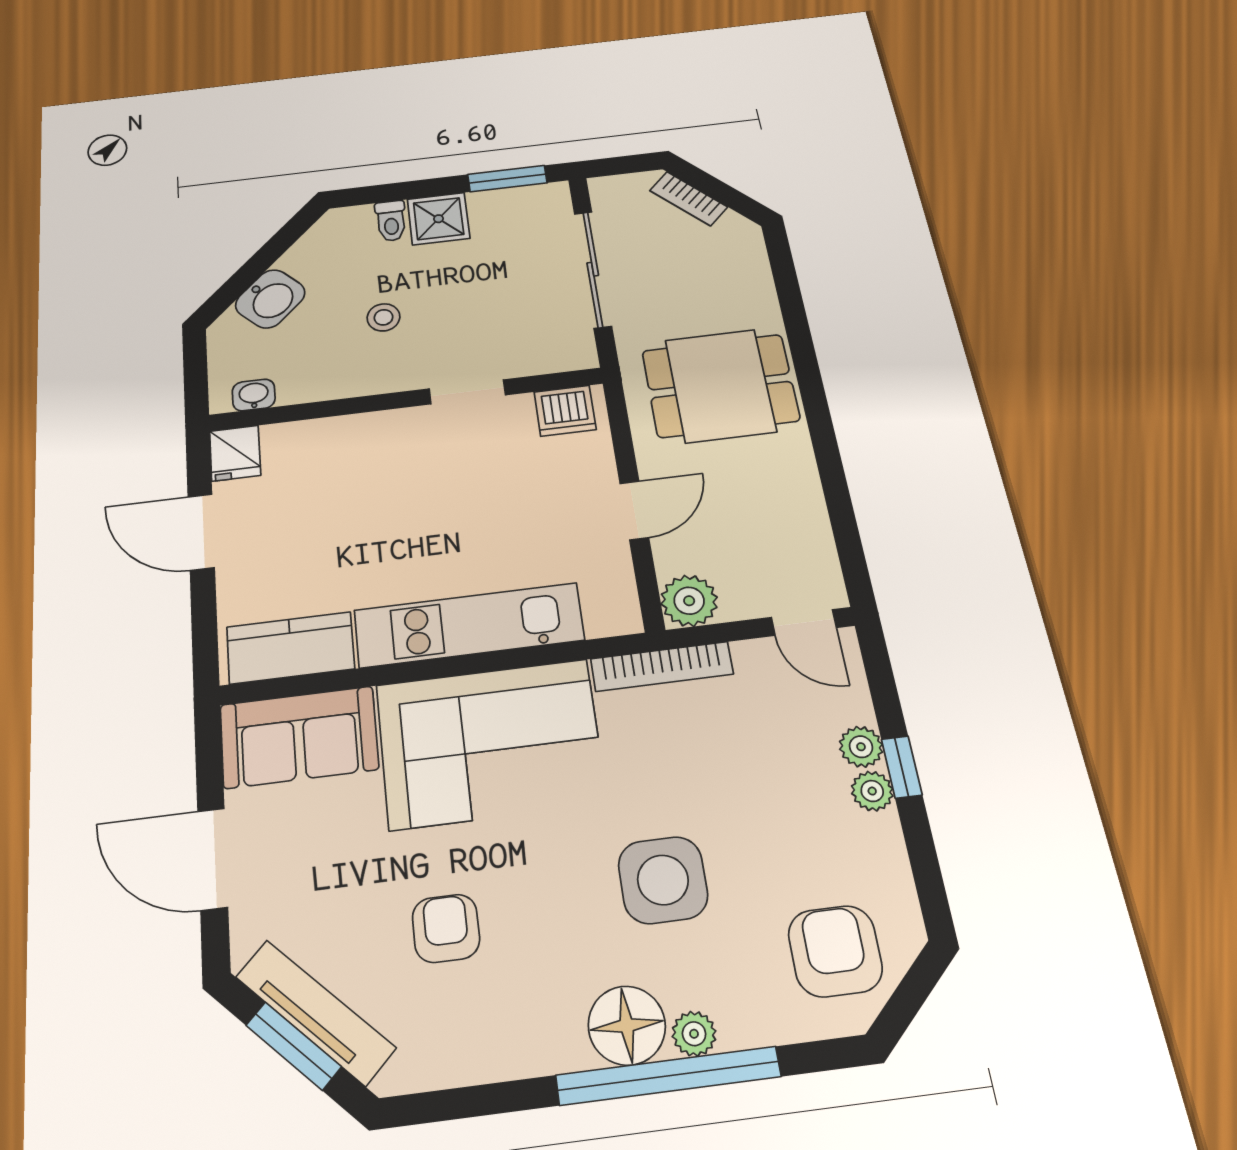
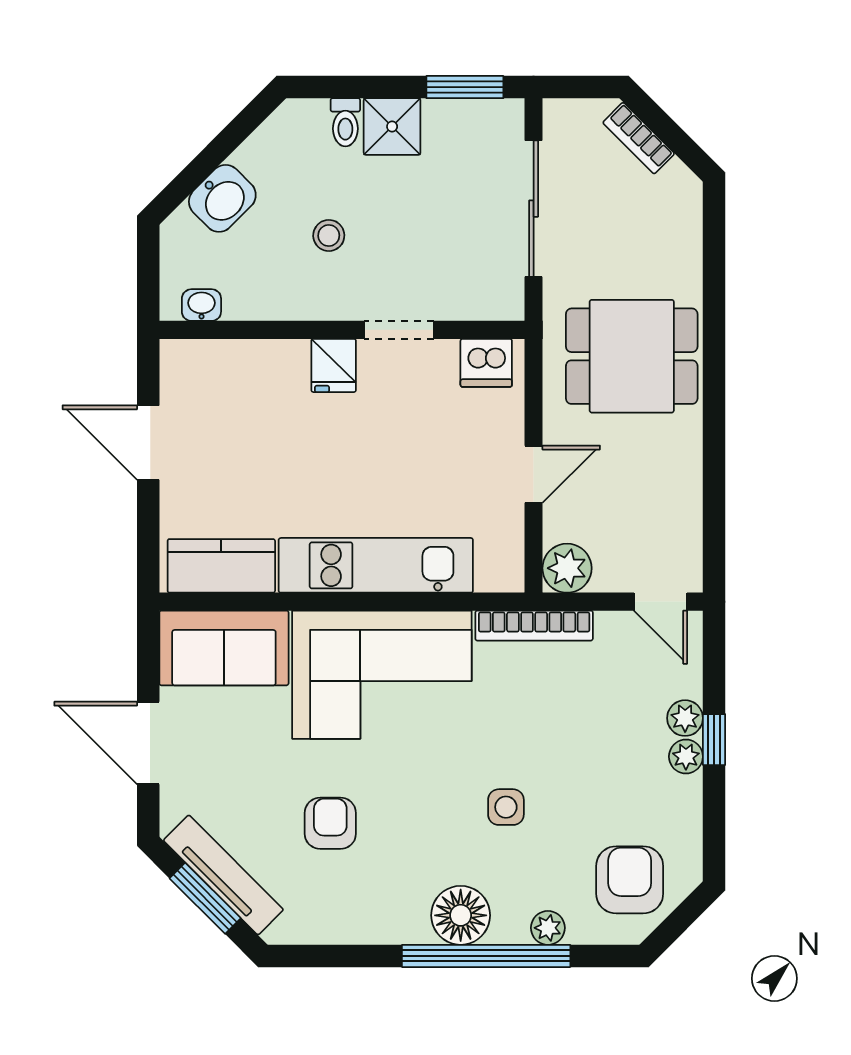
fridge: (235, 453) -> (334, 365), moved
side table: (663, 880) -> (506, 807), width x0.54, depth x0.54
plant: (694, 1034) -> (548, 928), moved

